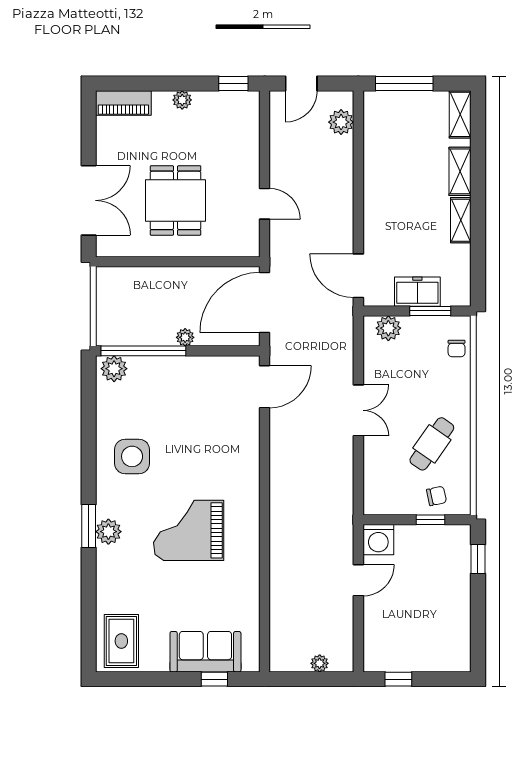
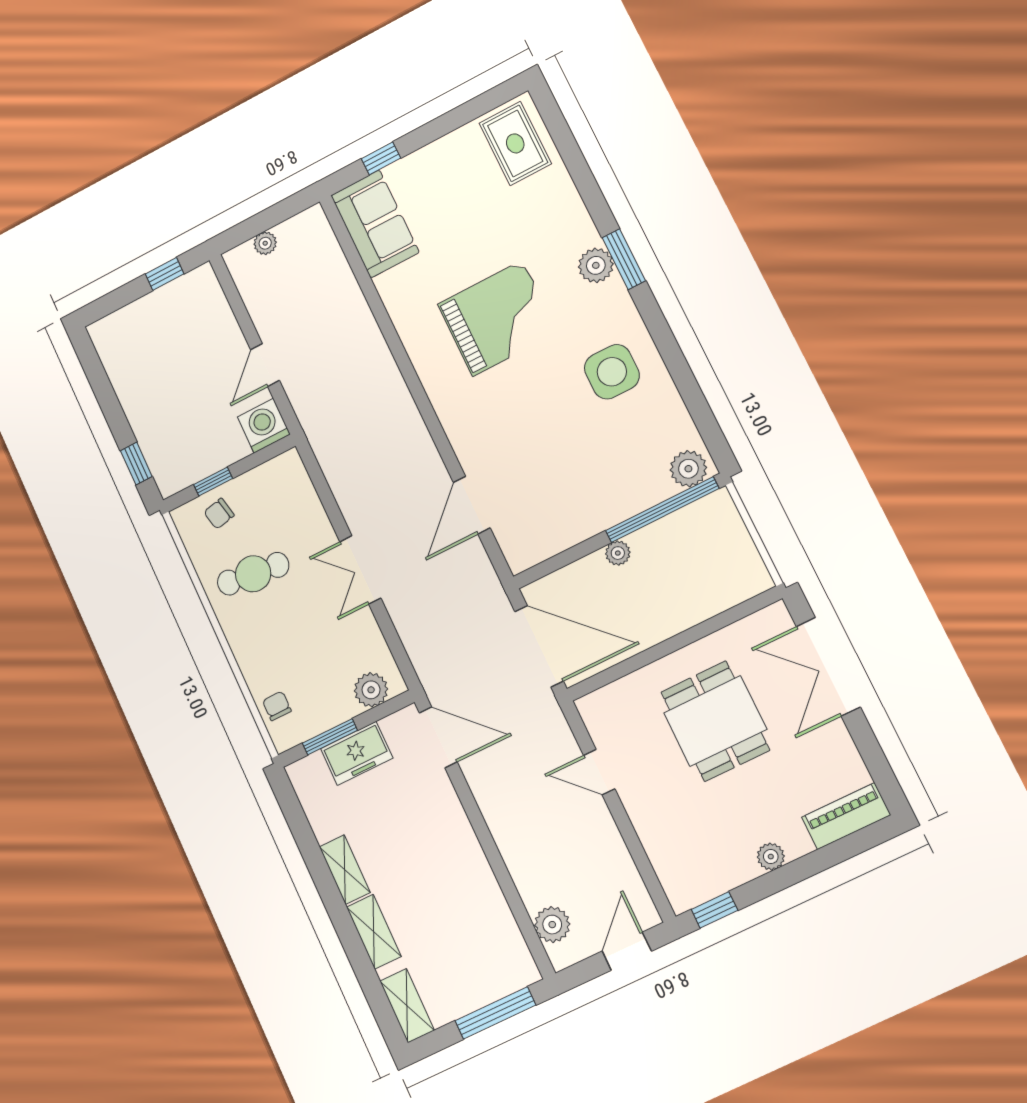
door: (265, 303) -> (539, 646), hinge flipped
door: (265, 387) -> (472, 505), moved
cafe table: (432, 444) -> (253, 574), turned 62
sofa: (205, 652) -> (375, 224), moved, turned -90

